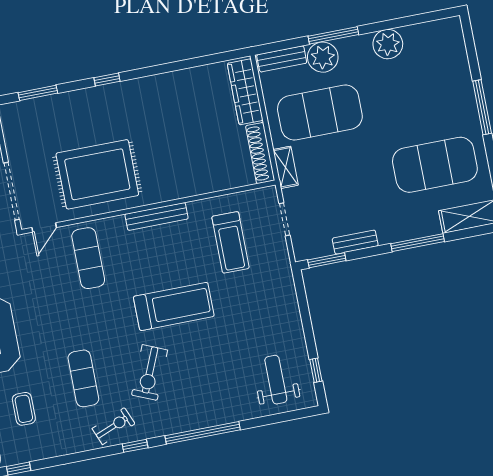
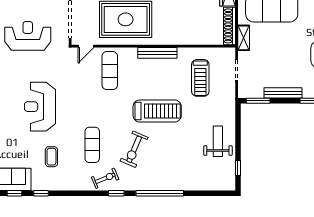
bench: (355, 242) -> (283, 93), width x1.36
weight bench: (276, 380) -> (218, 141), moved

